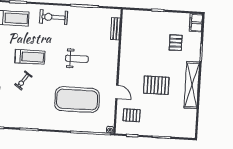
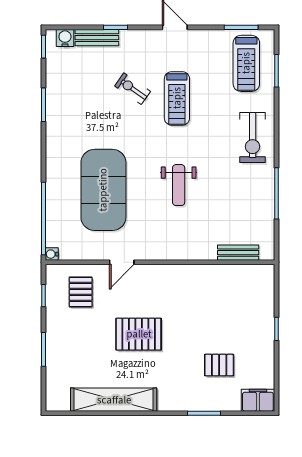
exercise bike: (54, 17) -> (253, 138), turned 180
pallet: (156, 85) -> (139, 334), turned 90
shelving: (192, 85) -> (114, 400), moved

